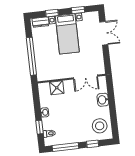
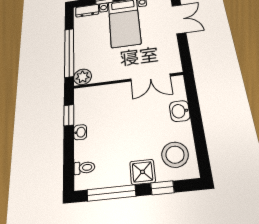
plant: (42, 75) -> (83, 77), added
shower: (57, 88) -> (142, 172), moved
window: (40, 127) -> (69, 115), moved

